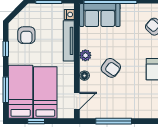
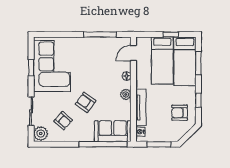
armchair: (26, 35) -> (180, 113), turned -90
armchair: (111, 68) -> (85, 102), moved

